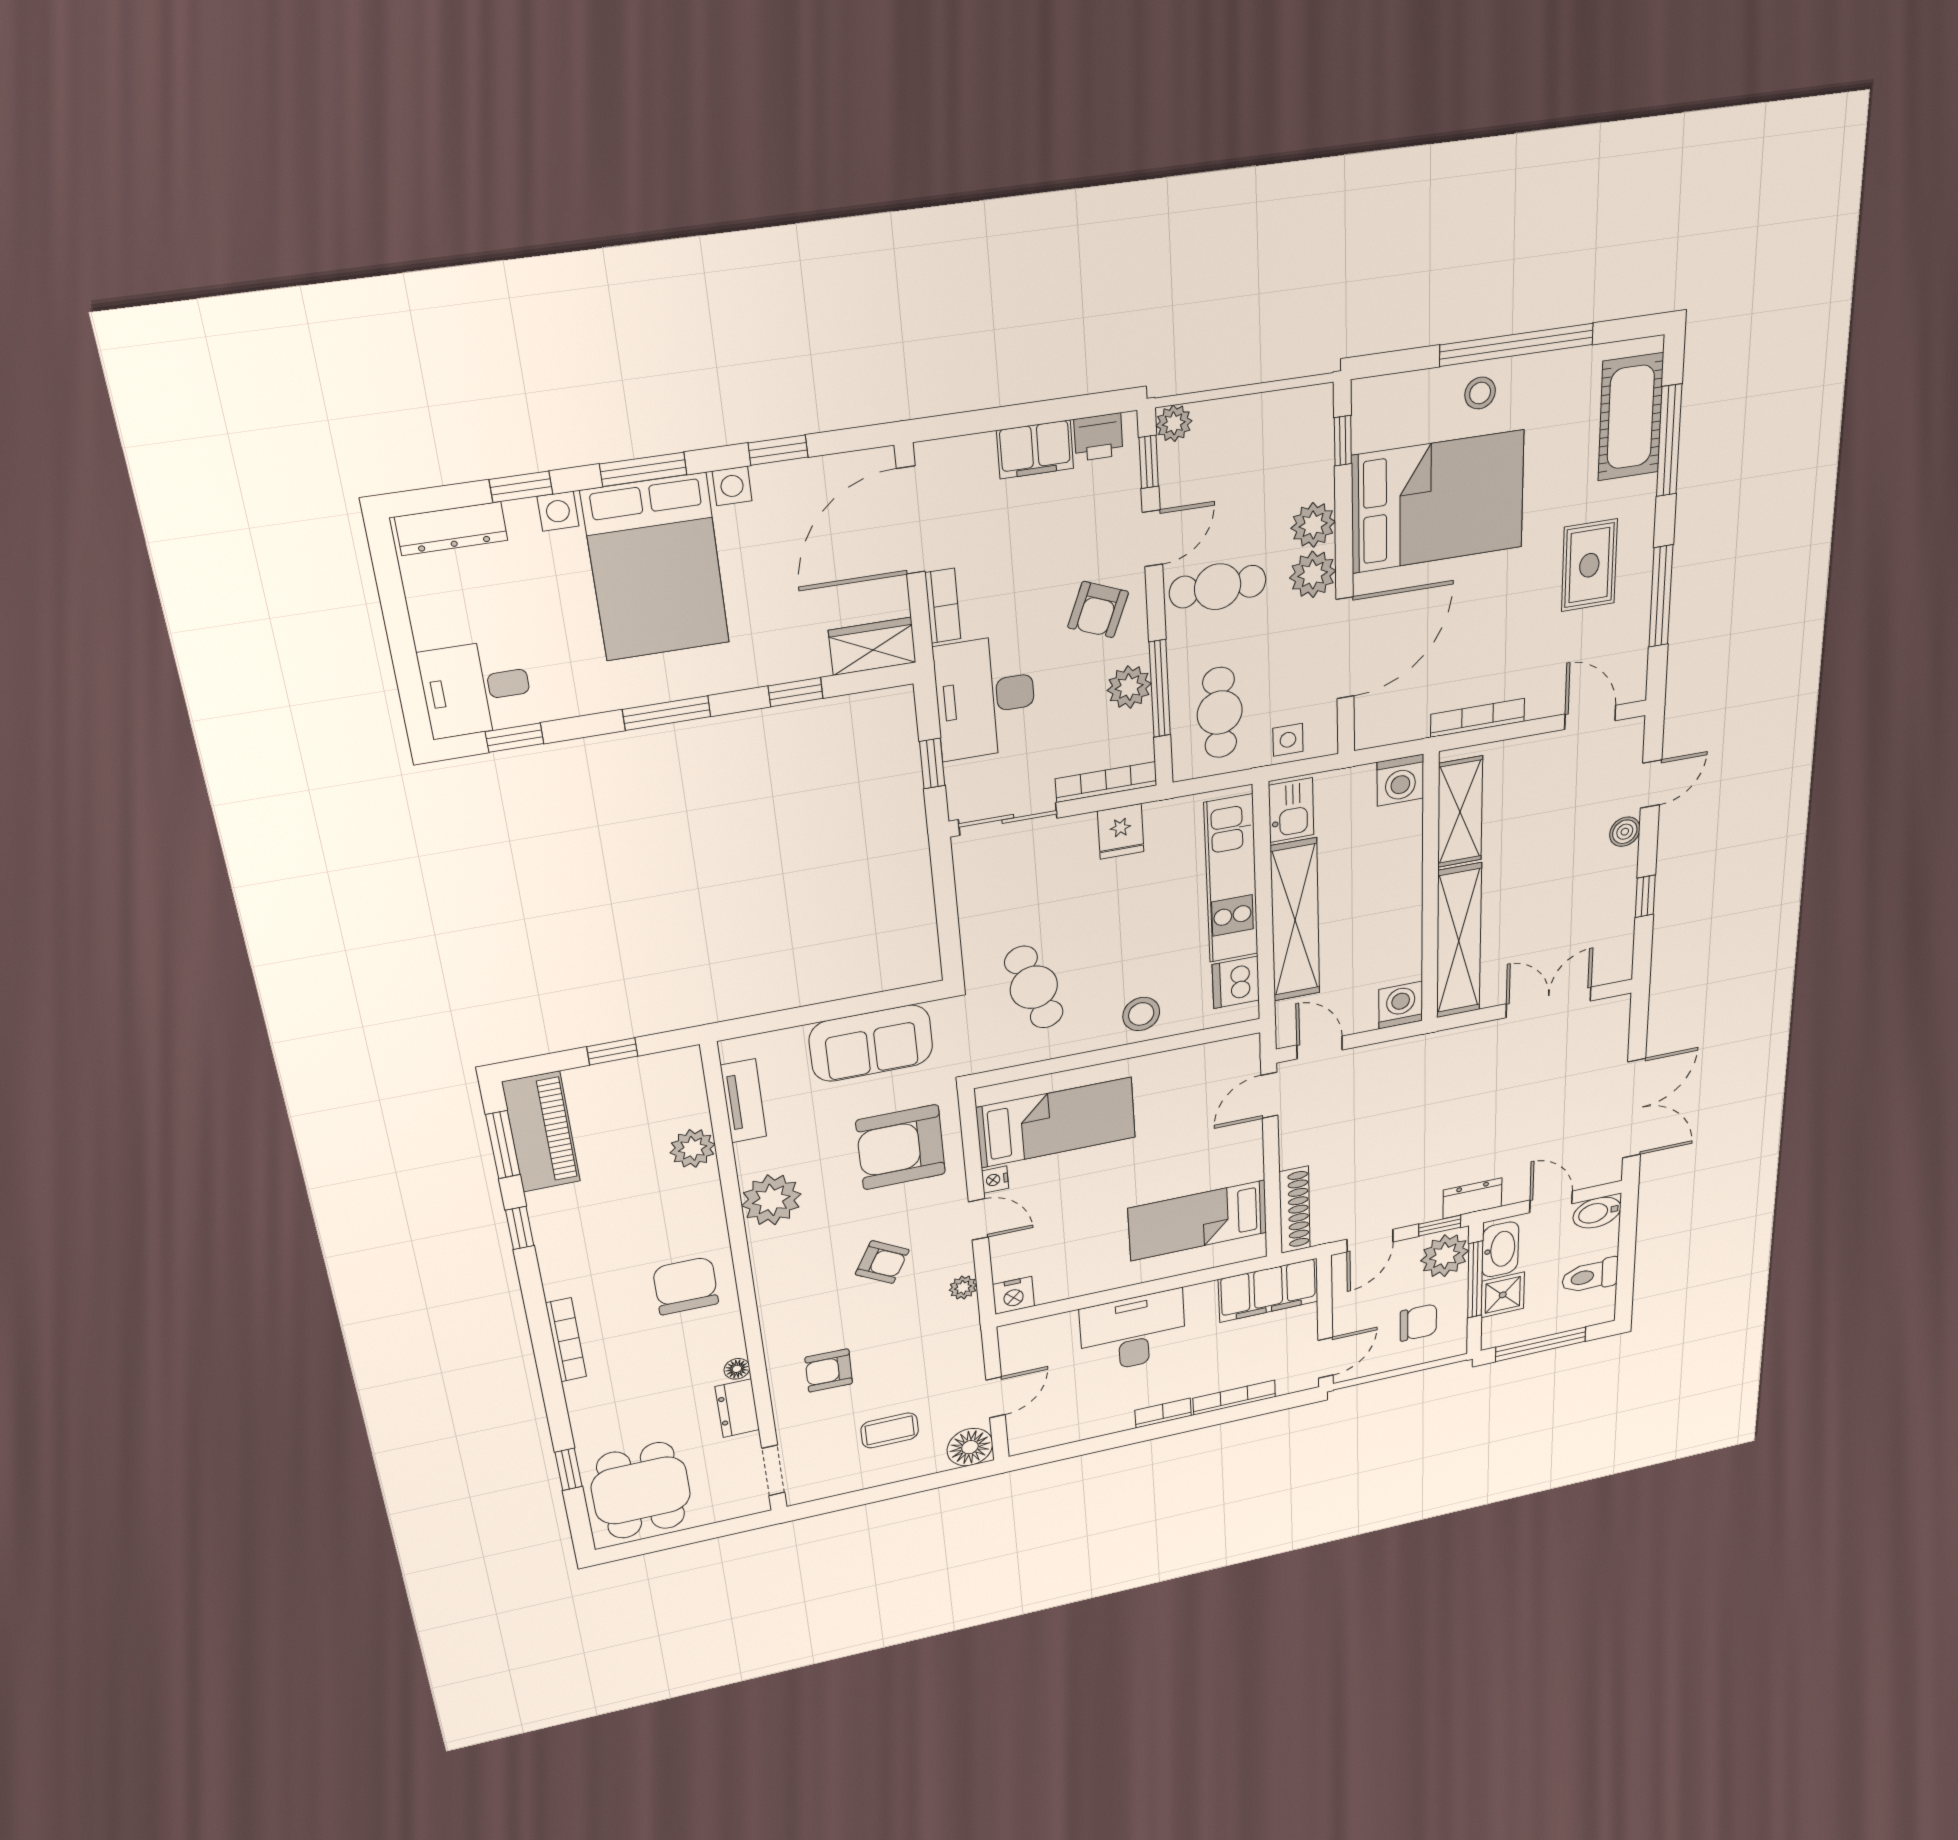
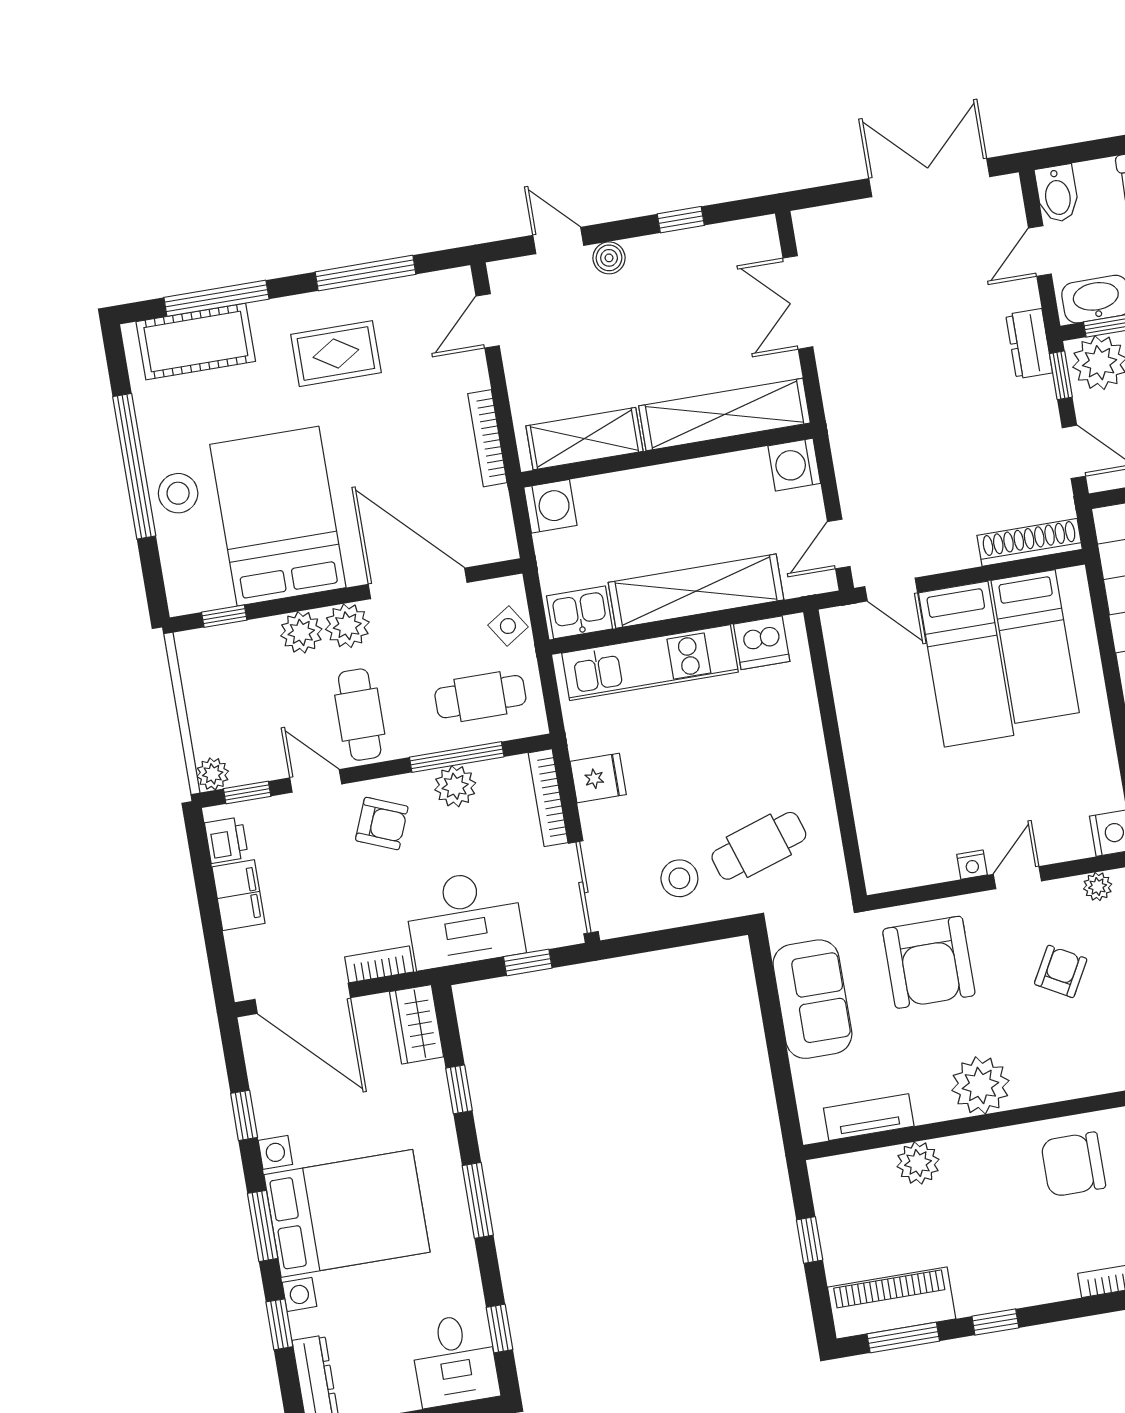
stool: (1480, 393) -> (178, 493), width x1.37, depth x1.37
side table: (1288, 740) -> (508, 626), turned -33
stool: (1141, 1014) -> (679, 878), moved
bed: (1056, 1123) -> (966, 664), moved, turned 180

